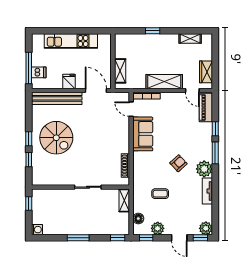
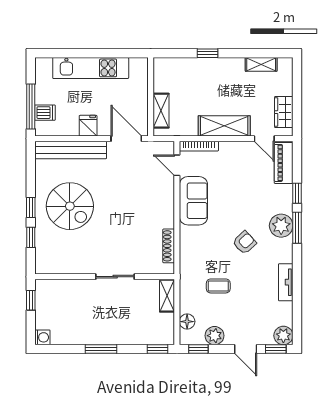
plant: (204, 169) -> (281, 226), moved

